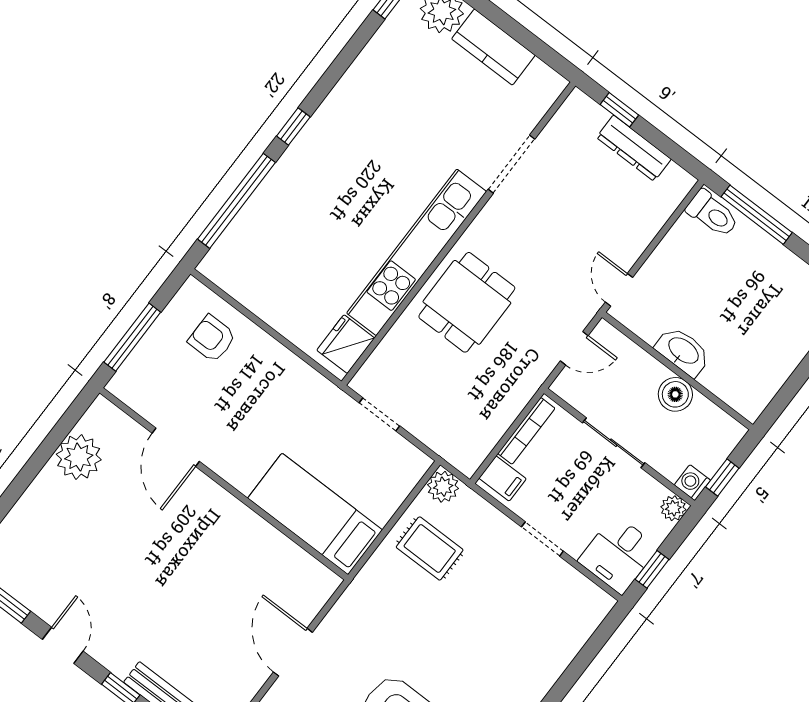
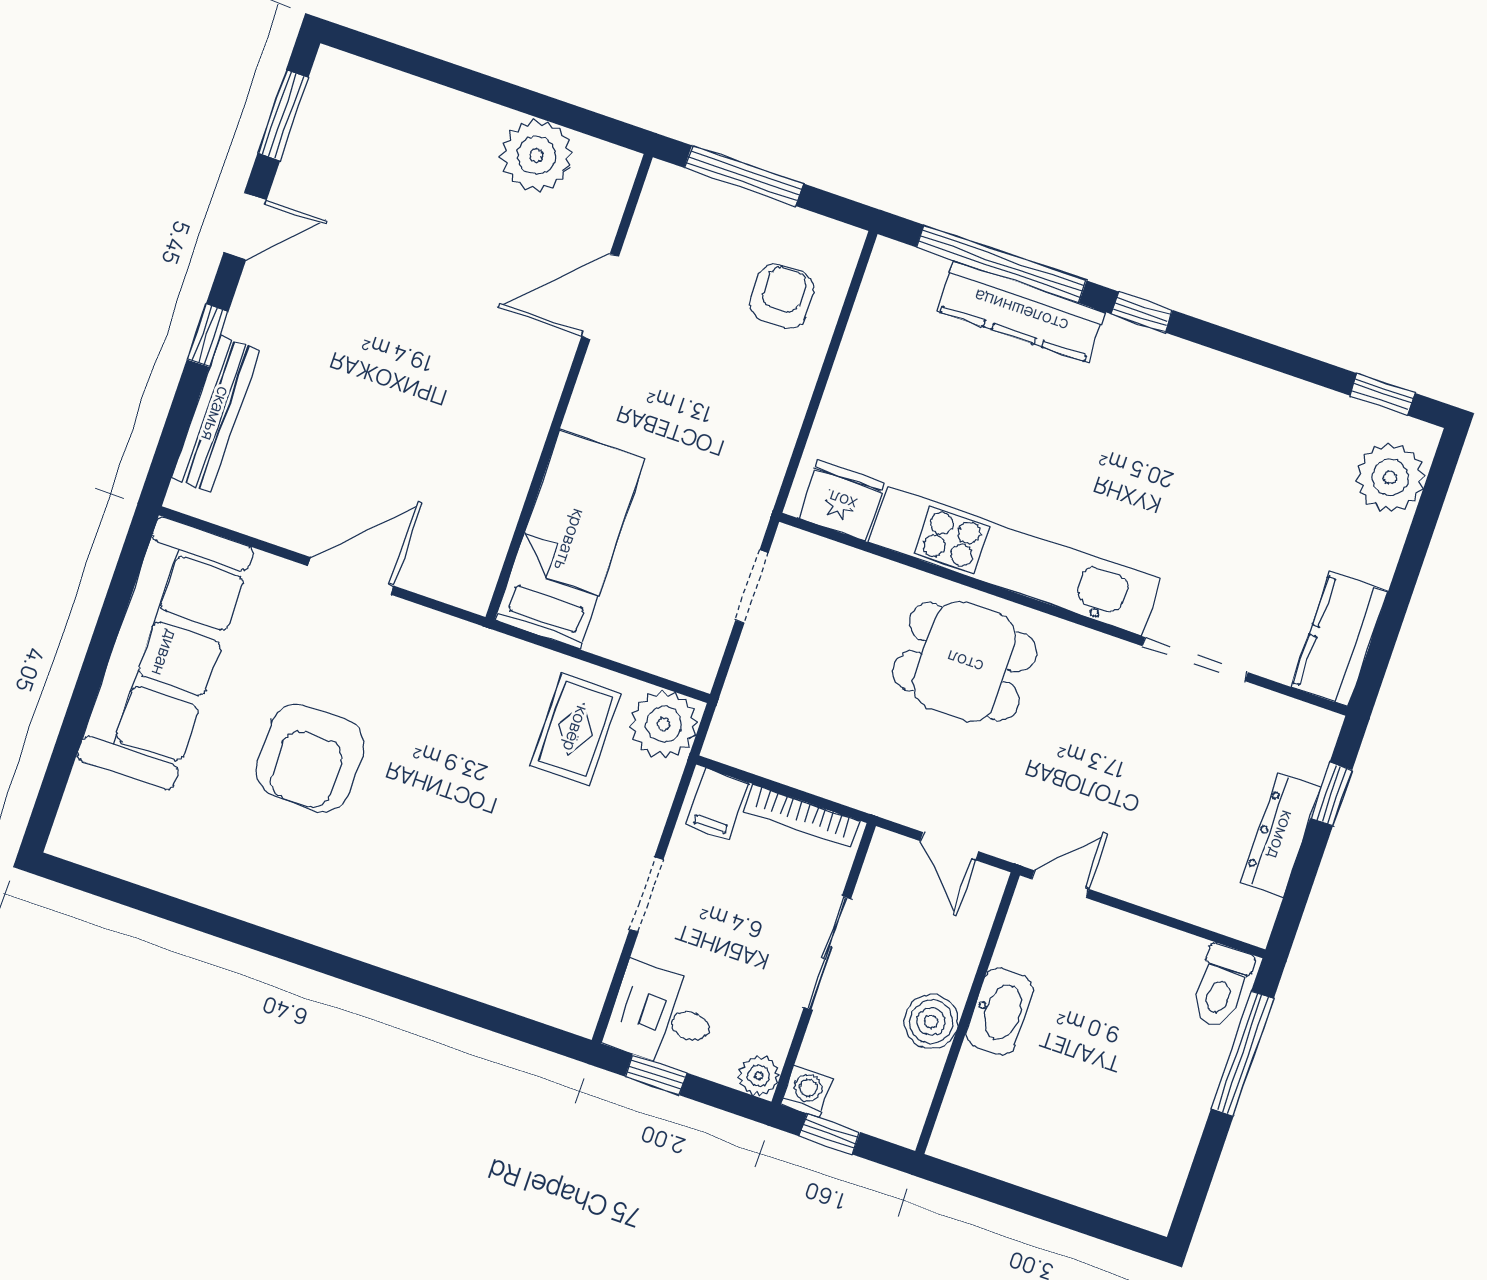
kitchen counter: (493, 47) -> (1340, 639), moved
kitchen counter: (269, 199) -> (1021, 311), added
plant: (443, 487) -> (664, 724), width x1.36, depth x1.36

